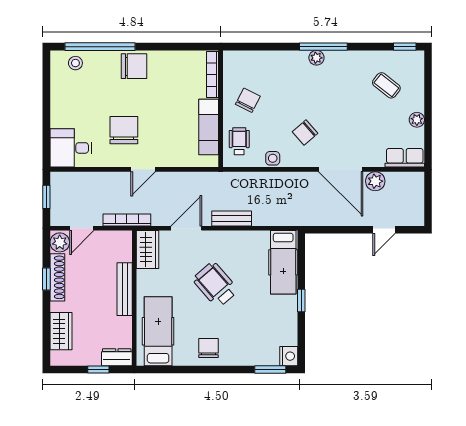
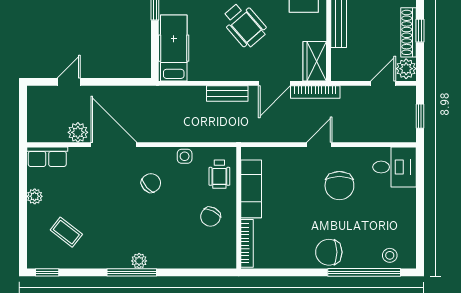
bookcase: (127, 220) -> (315, 92), moved

